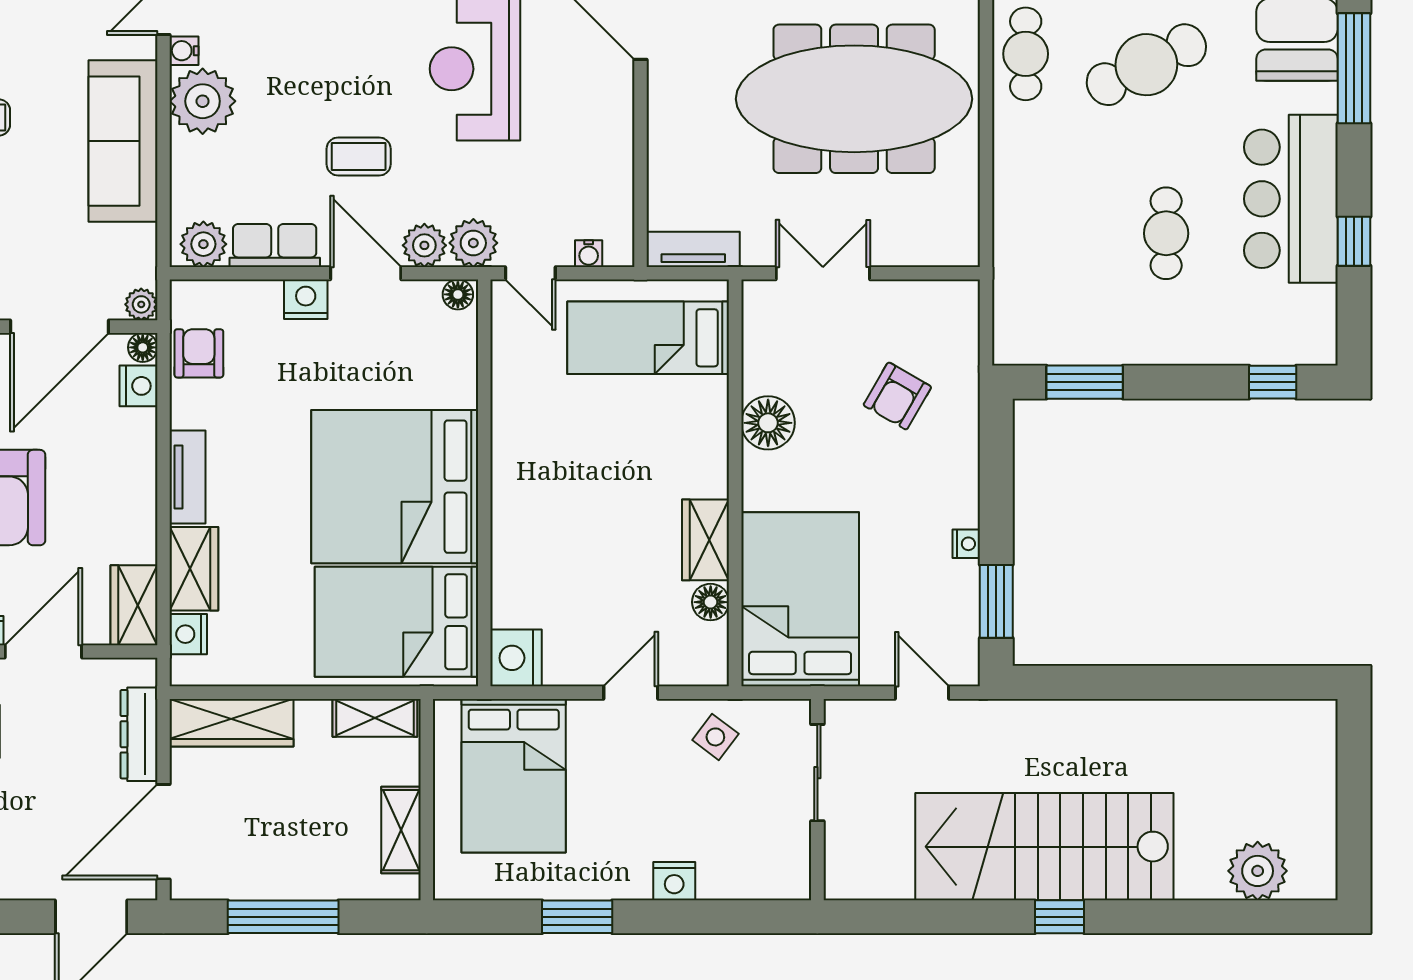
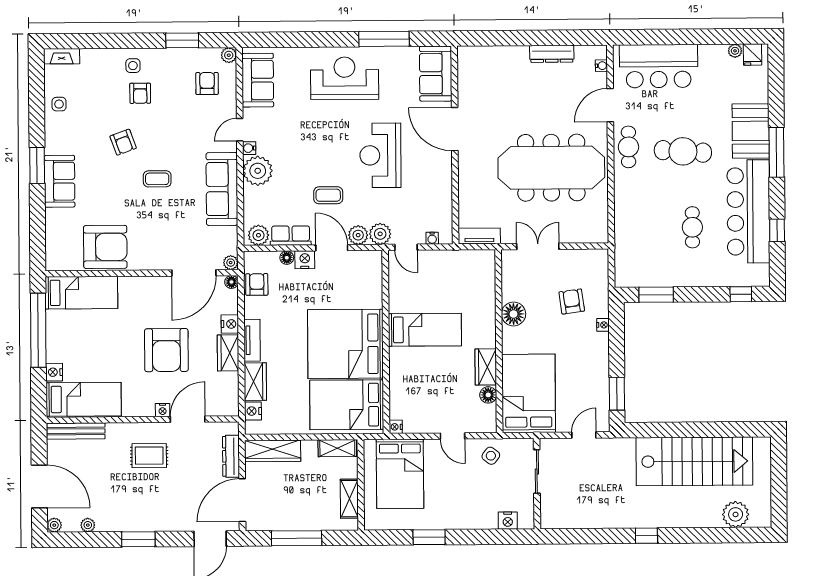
cafe table: (1146, 65) -> (683, 151), turned 30
bar counter: (1291, 199) -> (748, 211), width x1.36
floor lamp: (458, 294) -> (287, 258), moved
bed: (648, 338) -> (425, 330), moved, turned 180
nightstand: (138, 386) -> (230, 324), moved
armchair: (897, 396) -> (572, 301), turned 142
nightstand: (966, 544) -> (603, 325), moved
wardrobe: (134, 605) -> (228, 353), moved
nightstand: (516, 658) -> (396, 427), width x0.53, depth x0.56
door: (631, 693) -> (453, 436), swing flipped
door: (922, 693) -> (584, 435), hinge flipped
stairs: (1044, 847) -> (694, 461), moved, turned 180
nightstand: (674, 881) -> (508, 521), moved

